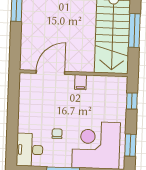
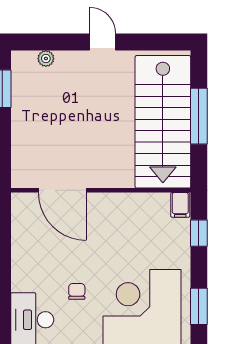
door: (50, 72) -> (62, 190), swing flipped
filing cabinet: (80, 82) -> (180, 205), moved

